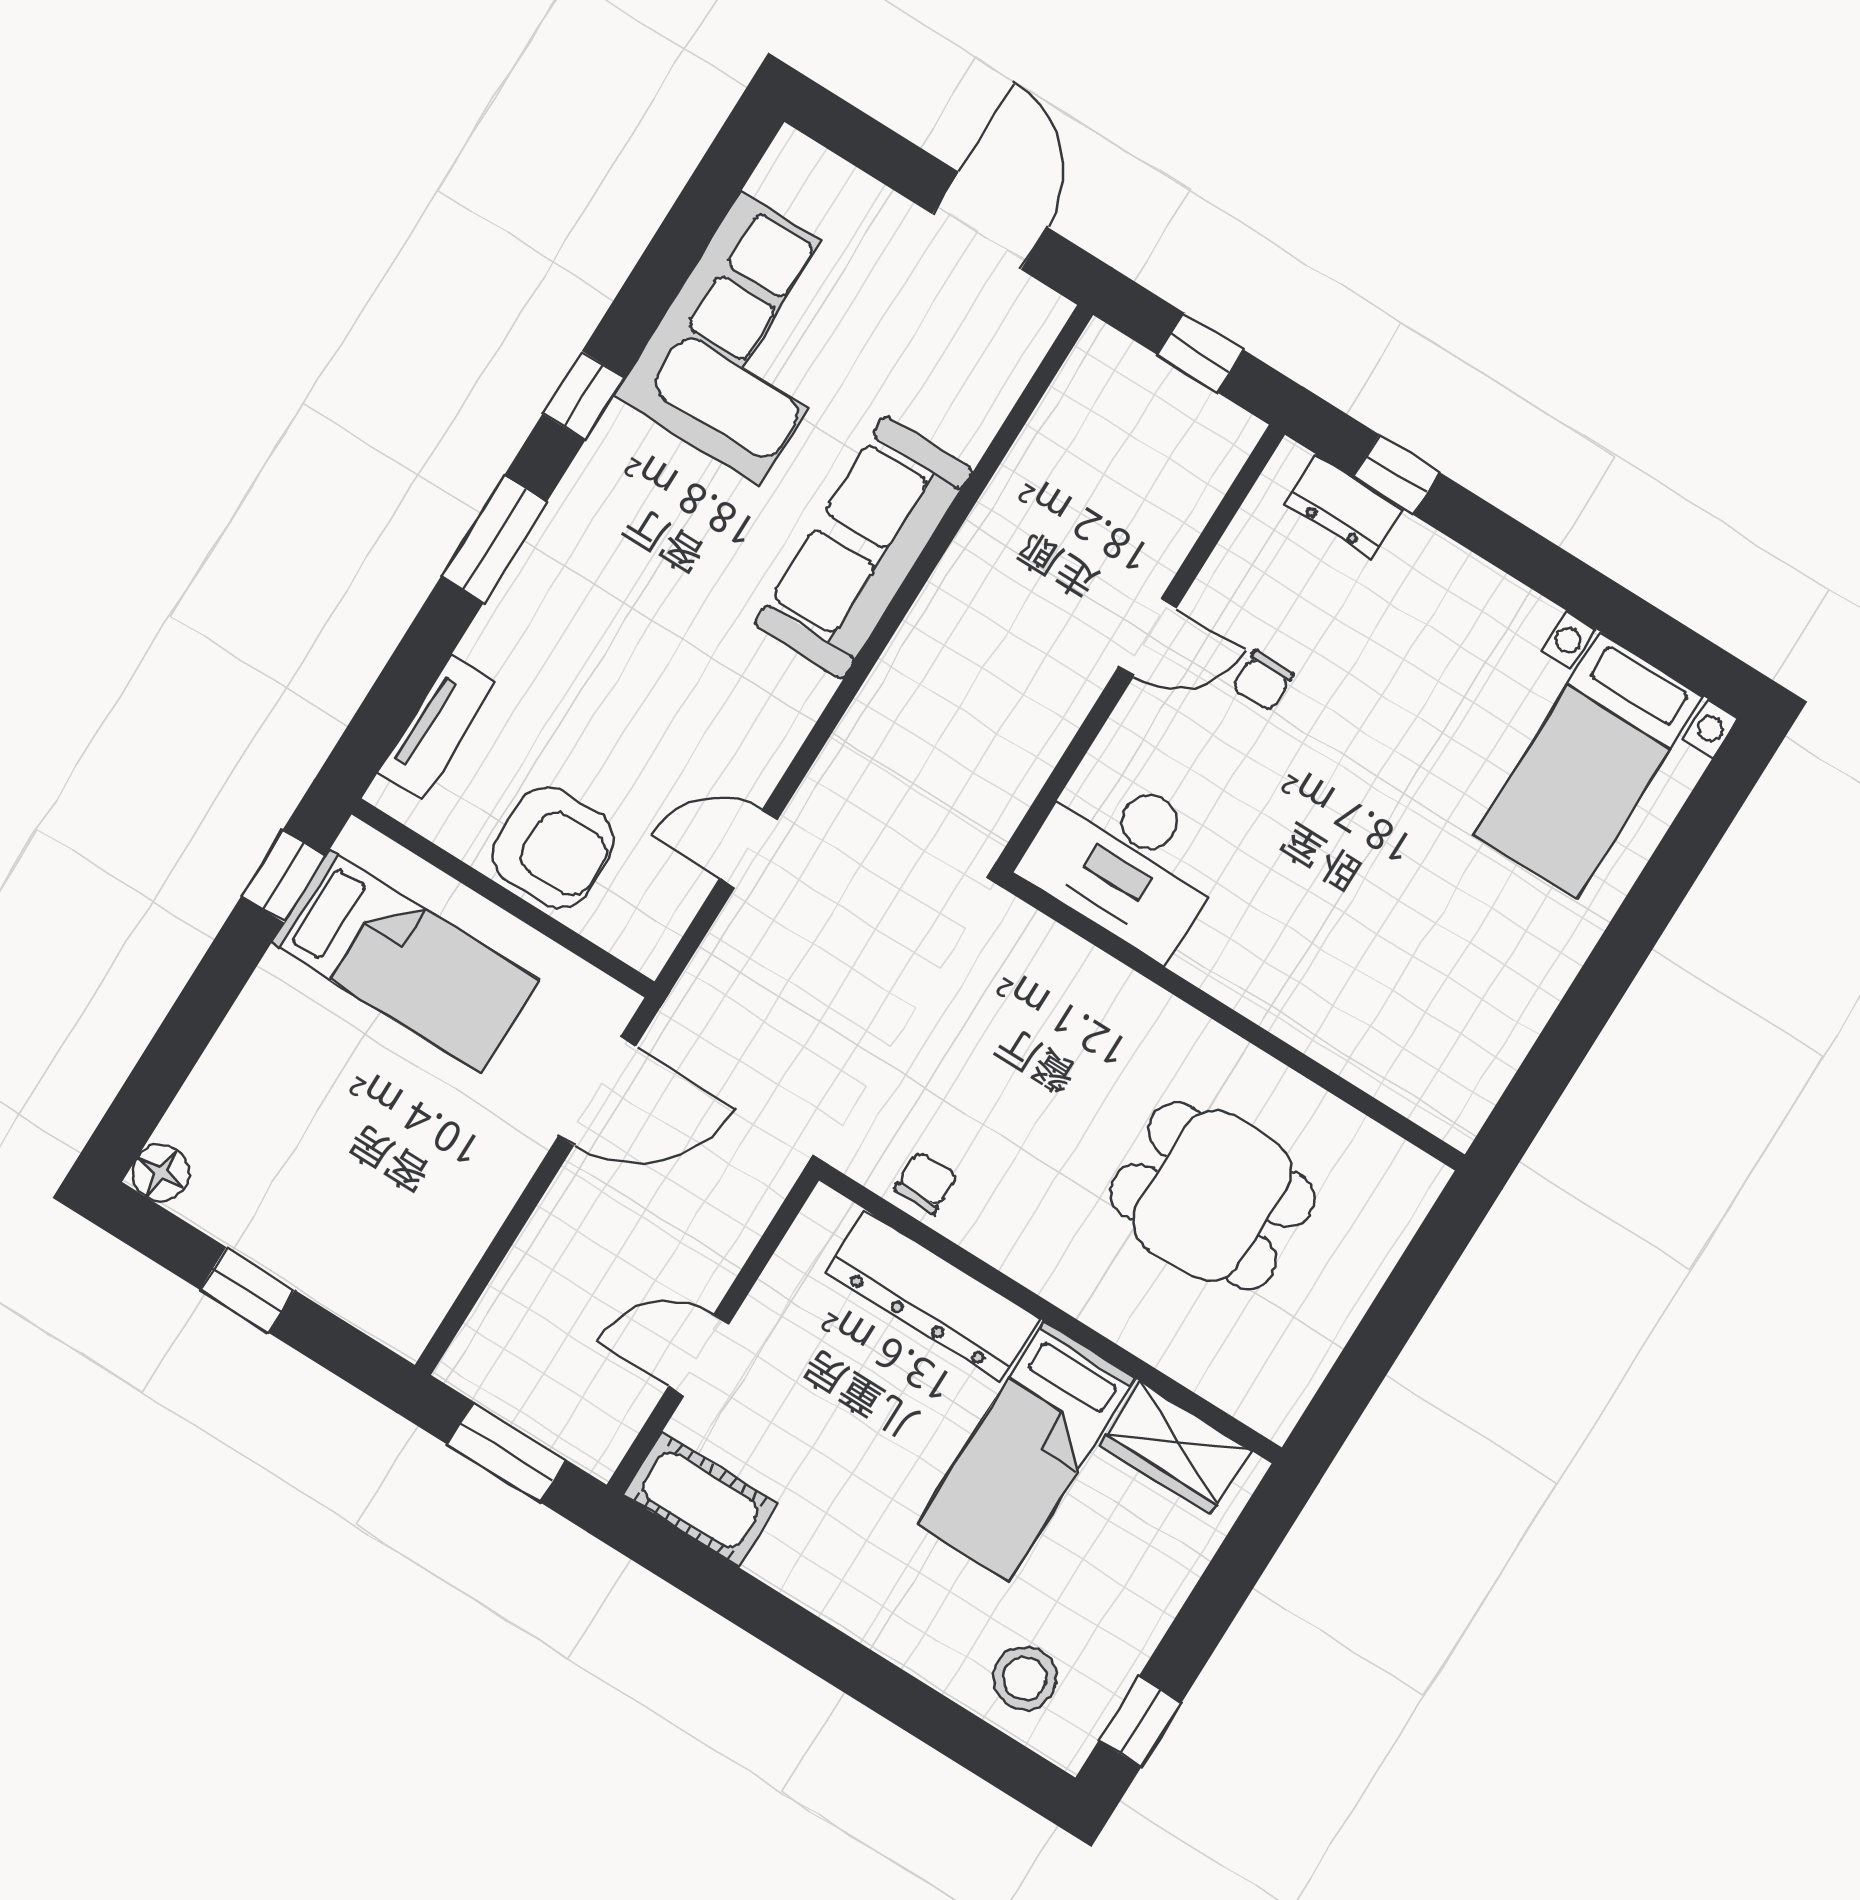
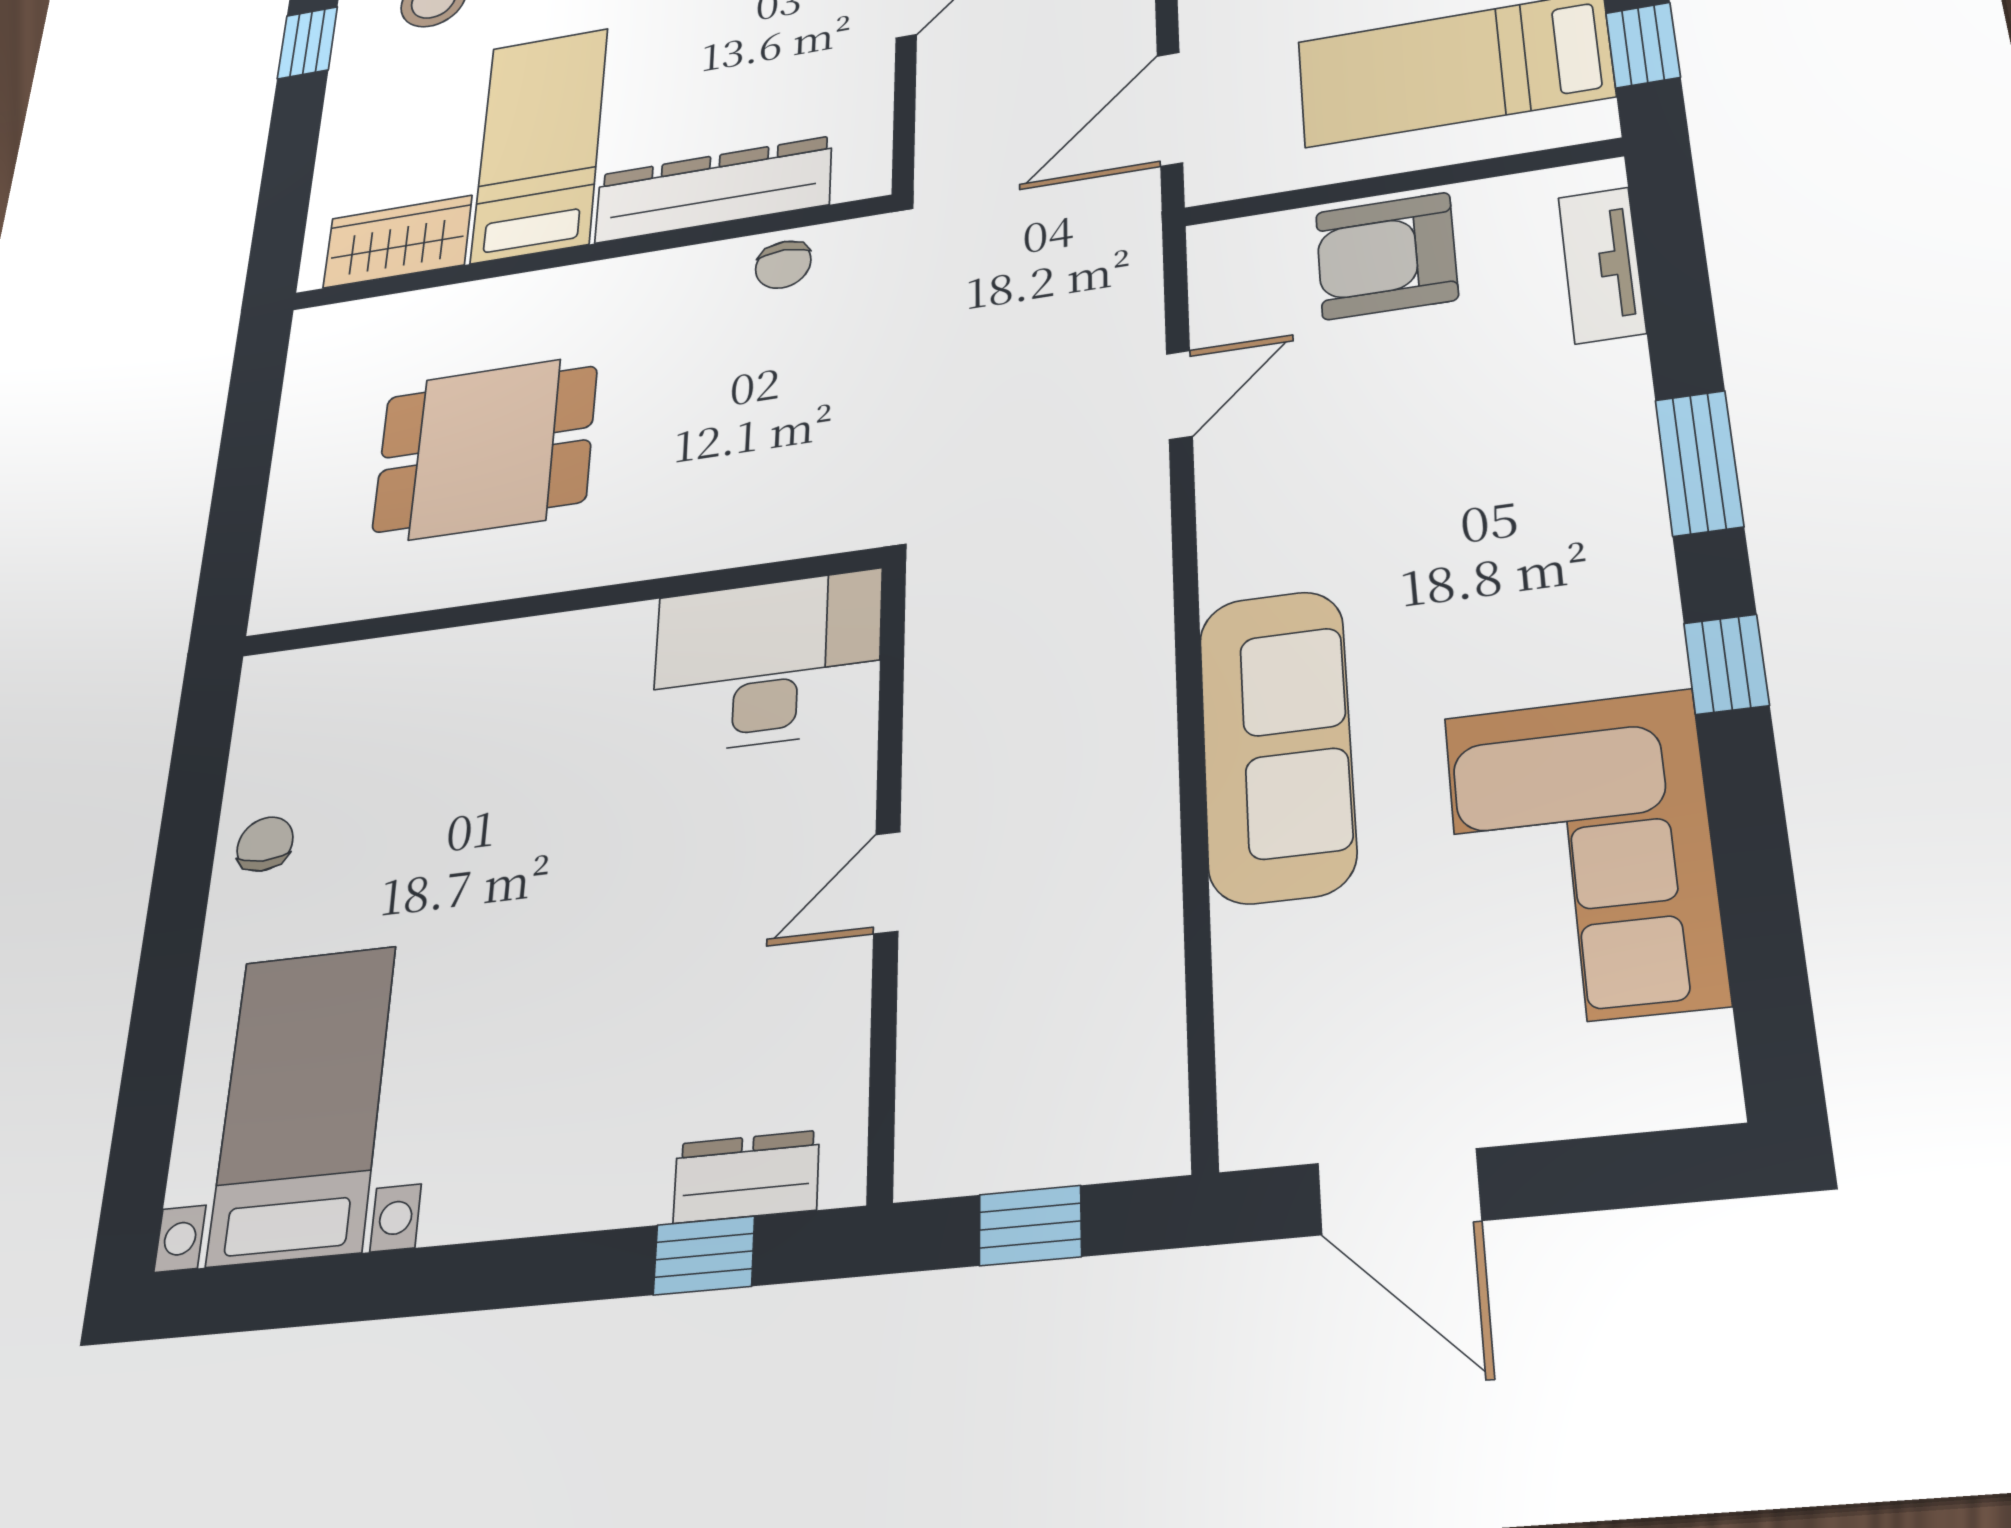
chair: (1263, 681) -> (265, 844), moved

